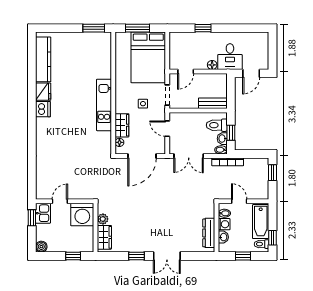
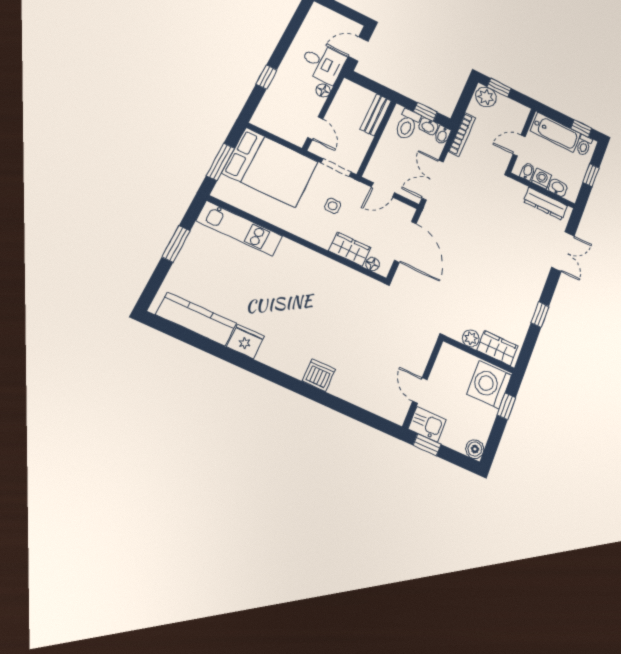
window: (94, 28) -> (176, 244), moved
door: (251, 73) -> (358, 49), swing flipped
kitchen unit: (104, 105) -> (239, 228), moved
dishwasher: (43, 109) -> (319, 375), moved
double door: (189, 156) -> (433, 180), swing flipped
plant: (261, 167) -> (486, 97), added
washing machine: (82, 214) -> (489, 385), moved, turned 180
double door: (167, 256) -> (563, 251), moved

